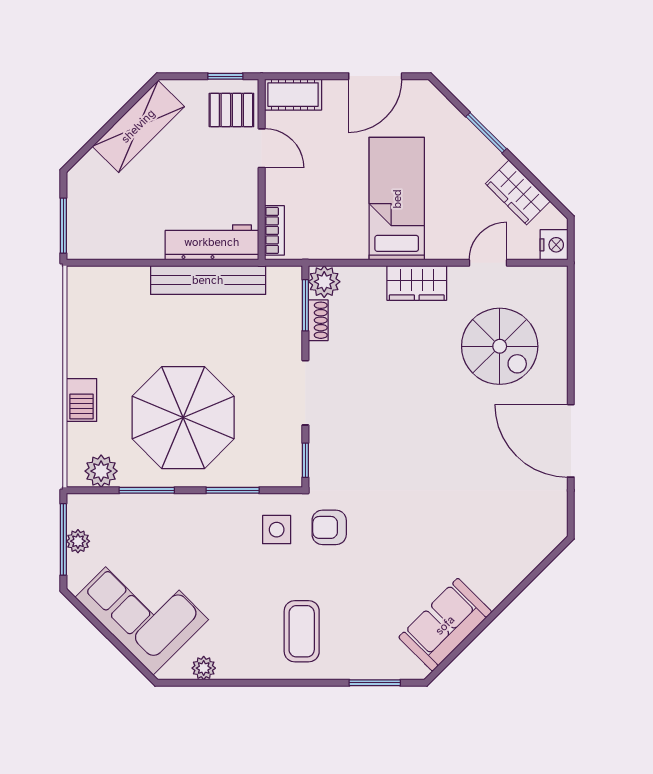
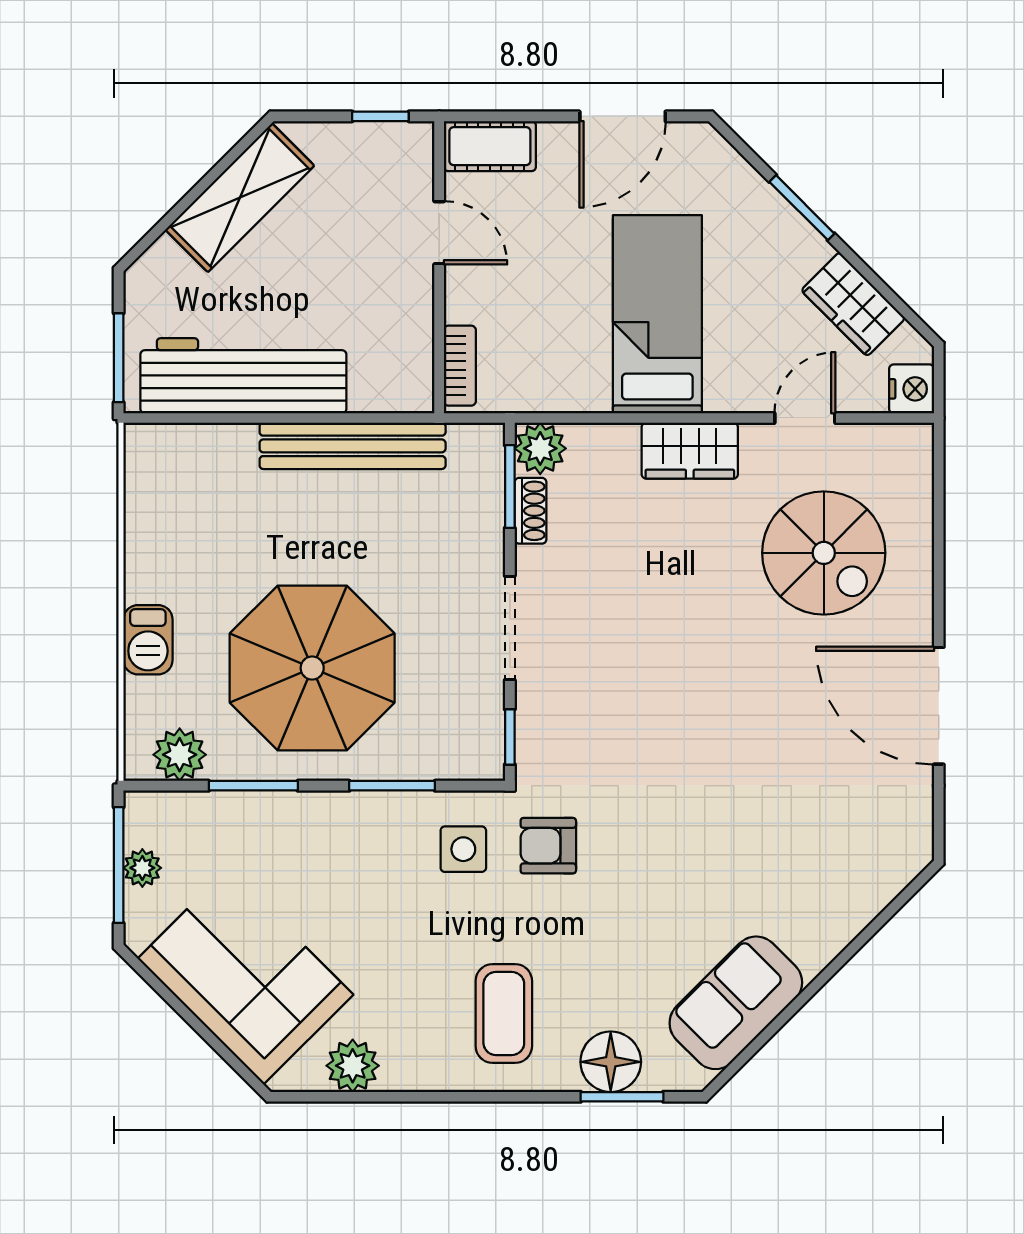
pallet: (231, 110) -> (390, 171), removed
workbench: (212, 242) -> (243, 376), moved, width x1.36, depth x1.32
floor lamp: (368, 661) -> (611, 1062), added
plant: (204, 668) -> (353, 1066), width x1.38, depth x1.38

